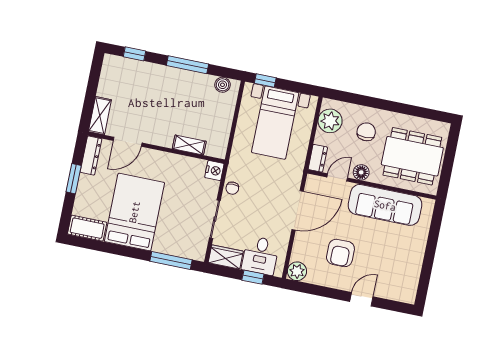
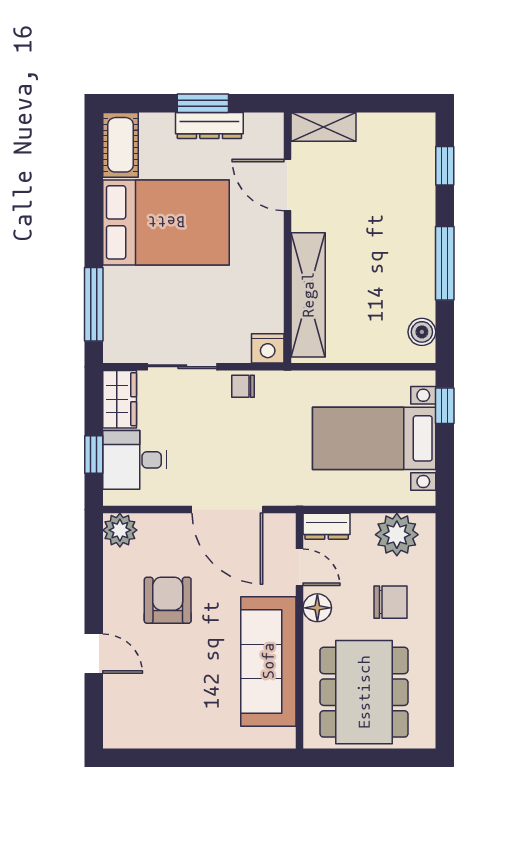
shelving: (189, 145) -> (308, 295), width x2.20, depth x1.33
dresser: (91, 156) -> (209, 125), moved
armchair: (340, 253) -> (168, 600), turned 90

